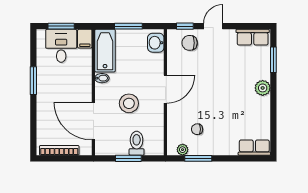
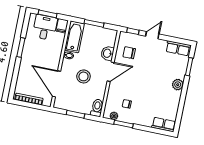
washbasin: (156, 43) -> (107, 53), moved
chair: (190, 43) -> (129, 53), moved
toilet: (137, 143) -> (97, 108), moved

